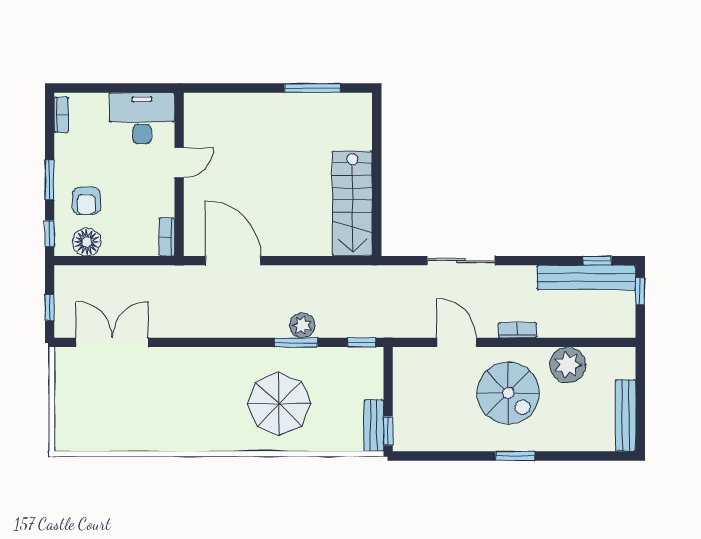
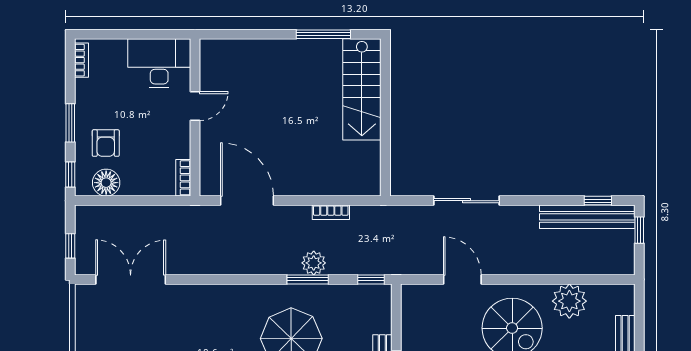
stairs: (352, 203) -> (362, 89), moved
bookcase: (517, 330) -> (331, 212), moved, turned 180

